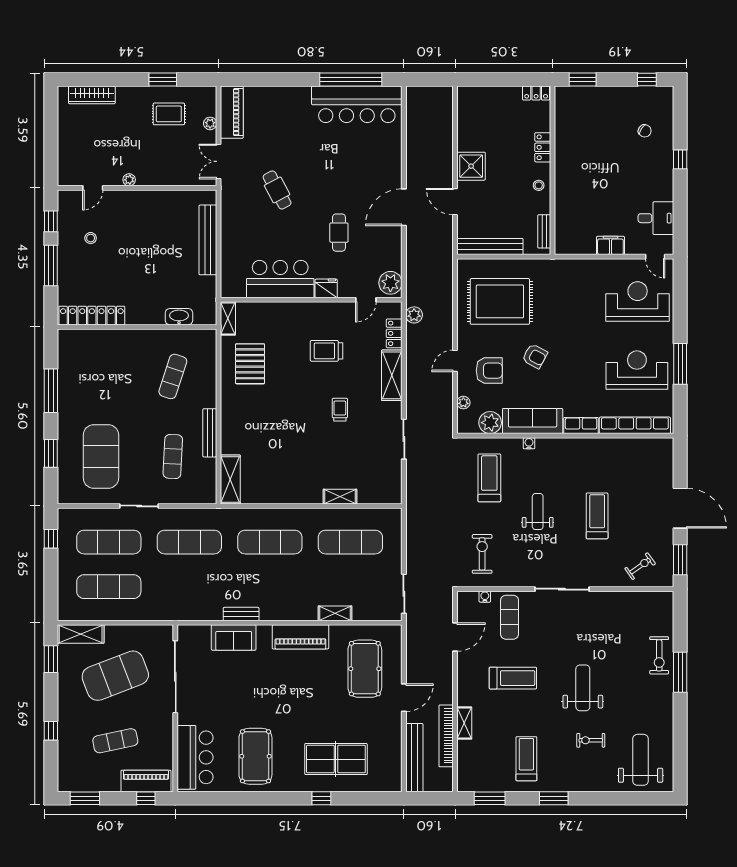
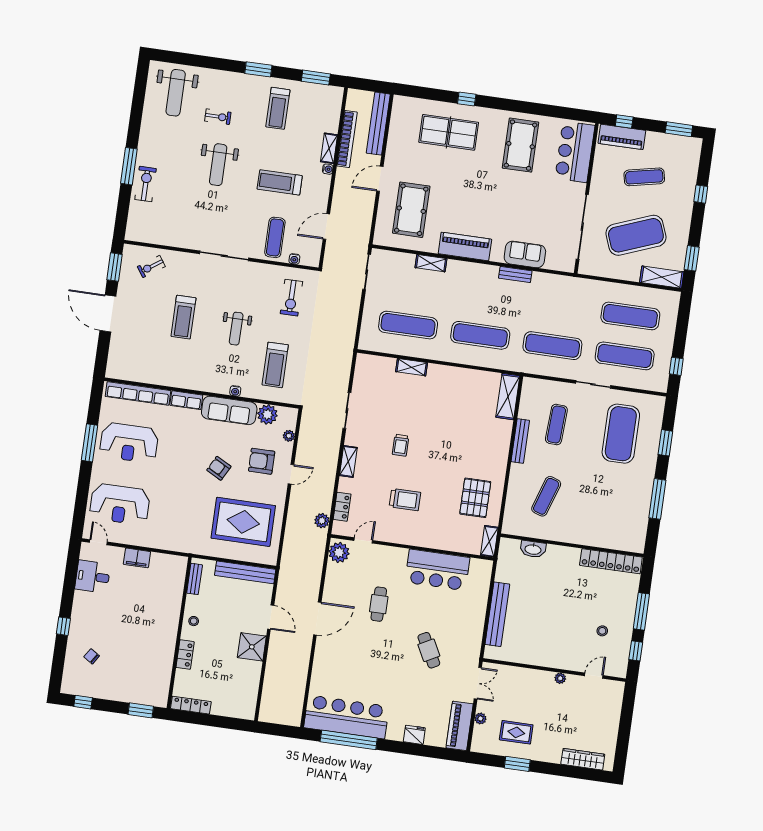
locker: (536, 93) -> (191, 705), width x1.53
fridge: (326, 288) -> (414, 735), moved, turned 180
shelving: (392, 375) -> (348, 461), width x0.67, depth x0.75
water cooler: (462, 700) -> (328, 169), added

